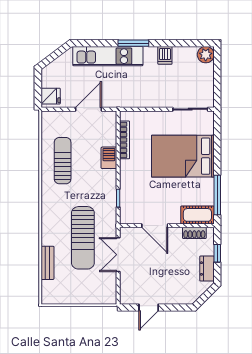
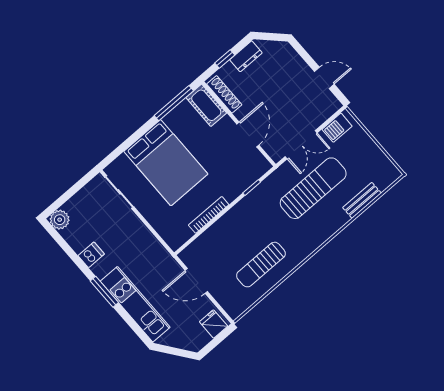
bookcase: (125, 140) -> (209, 215), moved
barbecue: (109, 158) -> (337, 128), moved
shoe rack: (194, 233) -> (224, 94), width x1.43

